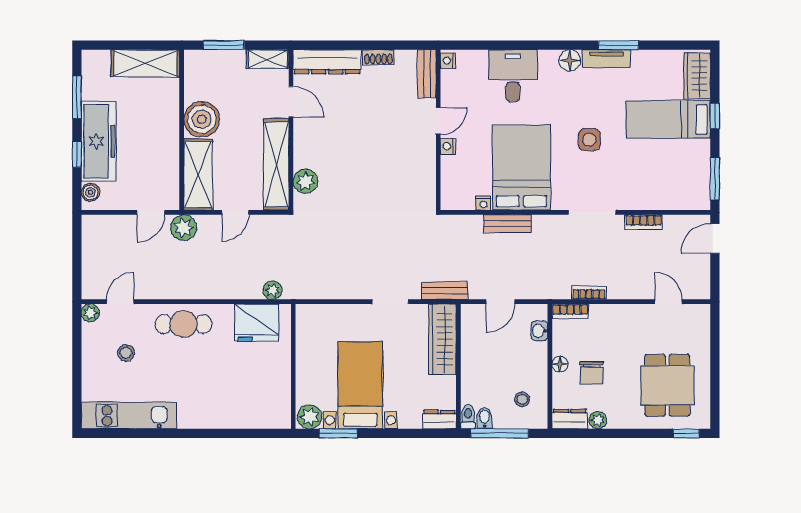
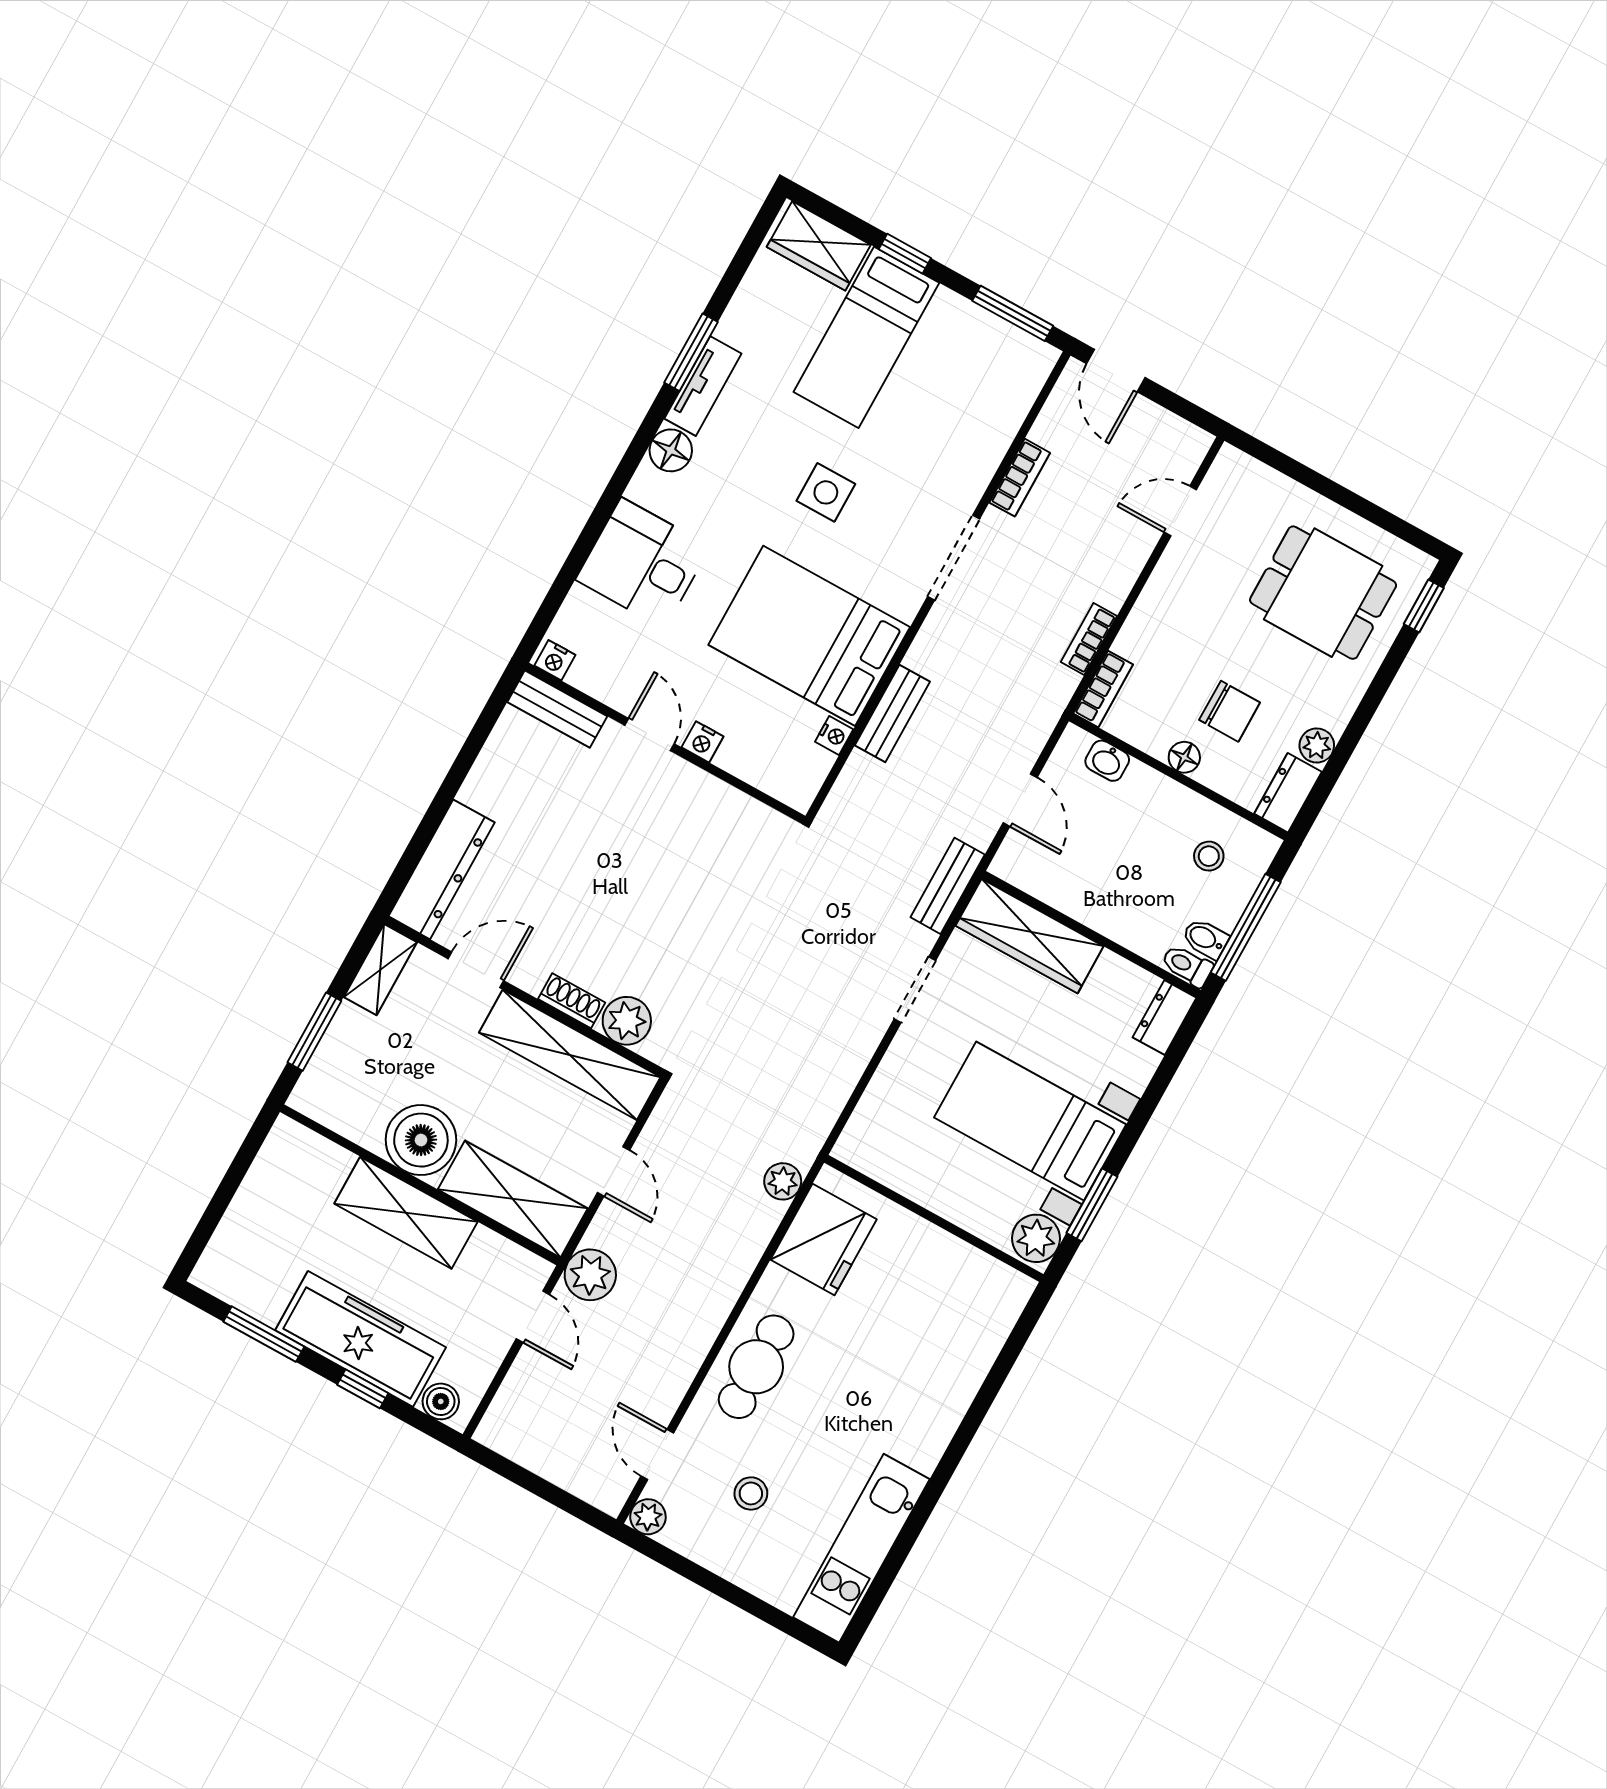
shoe rack: (378, 57) -> (572, 1001), moved, turned -90
shelving: (145, 63) -> (406, 1213), moved, turned 90

